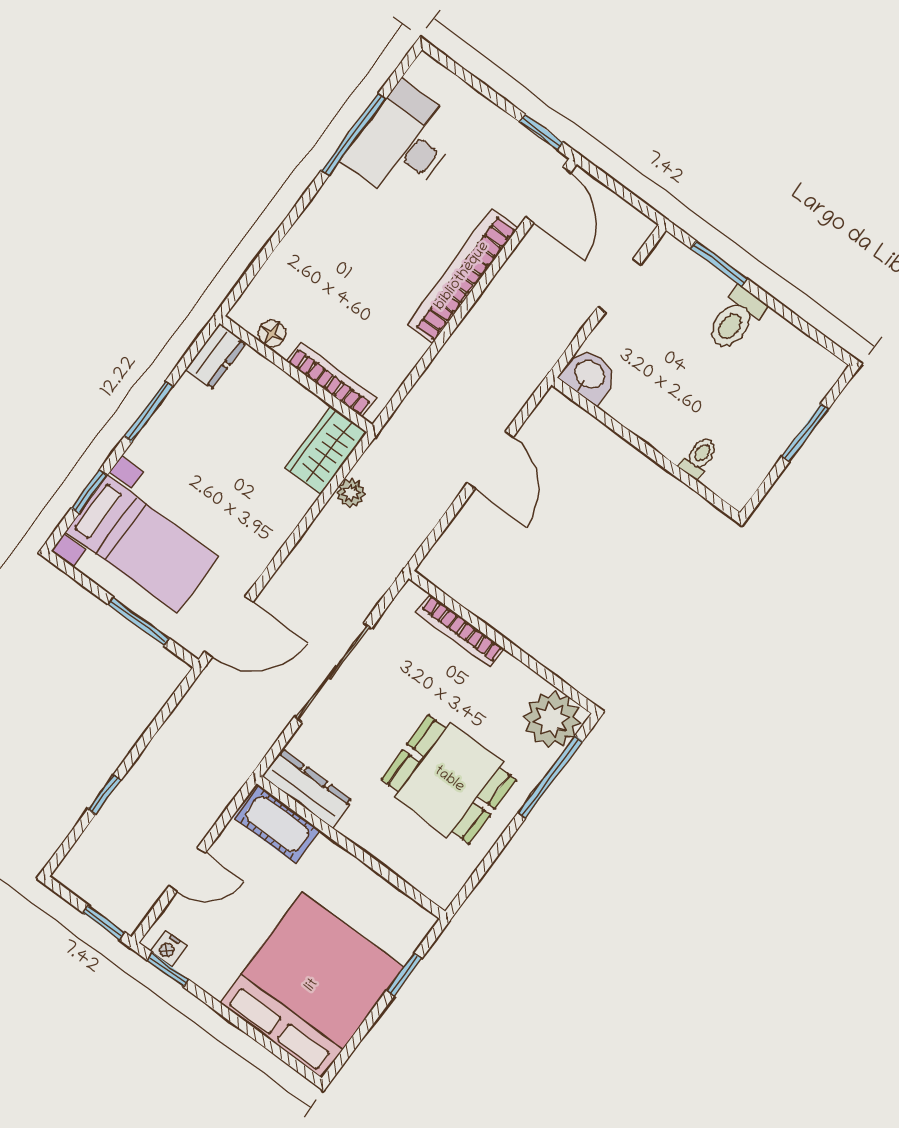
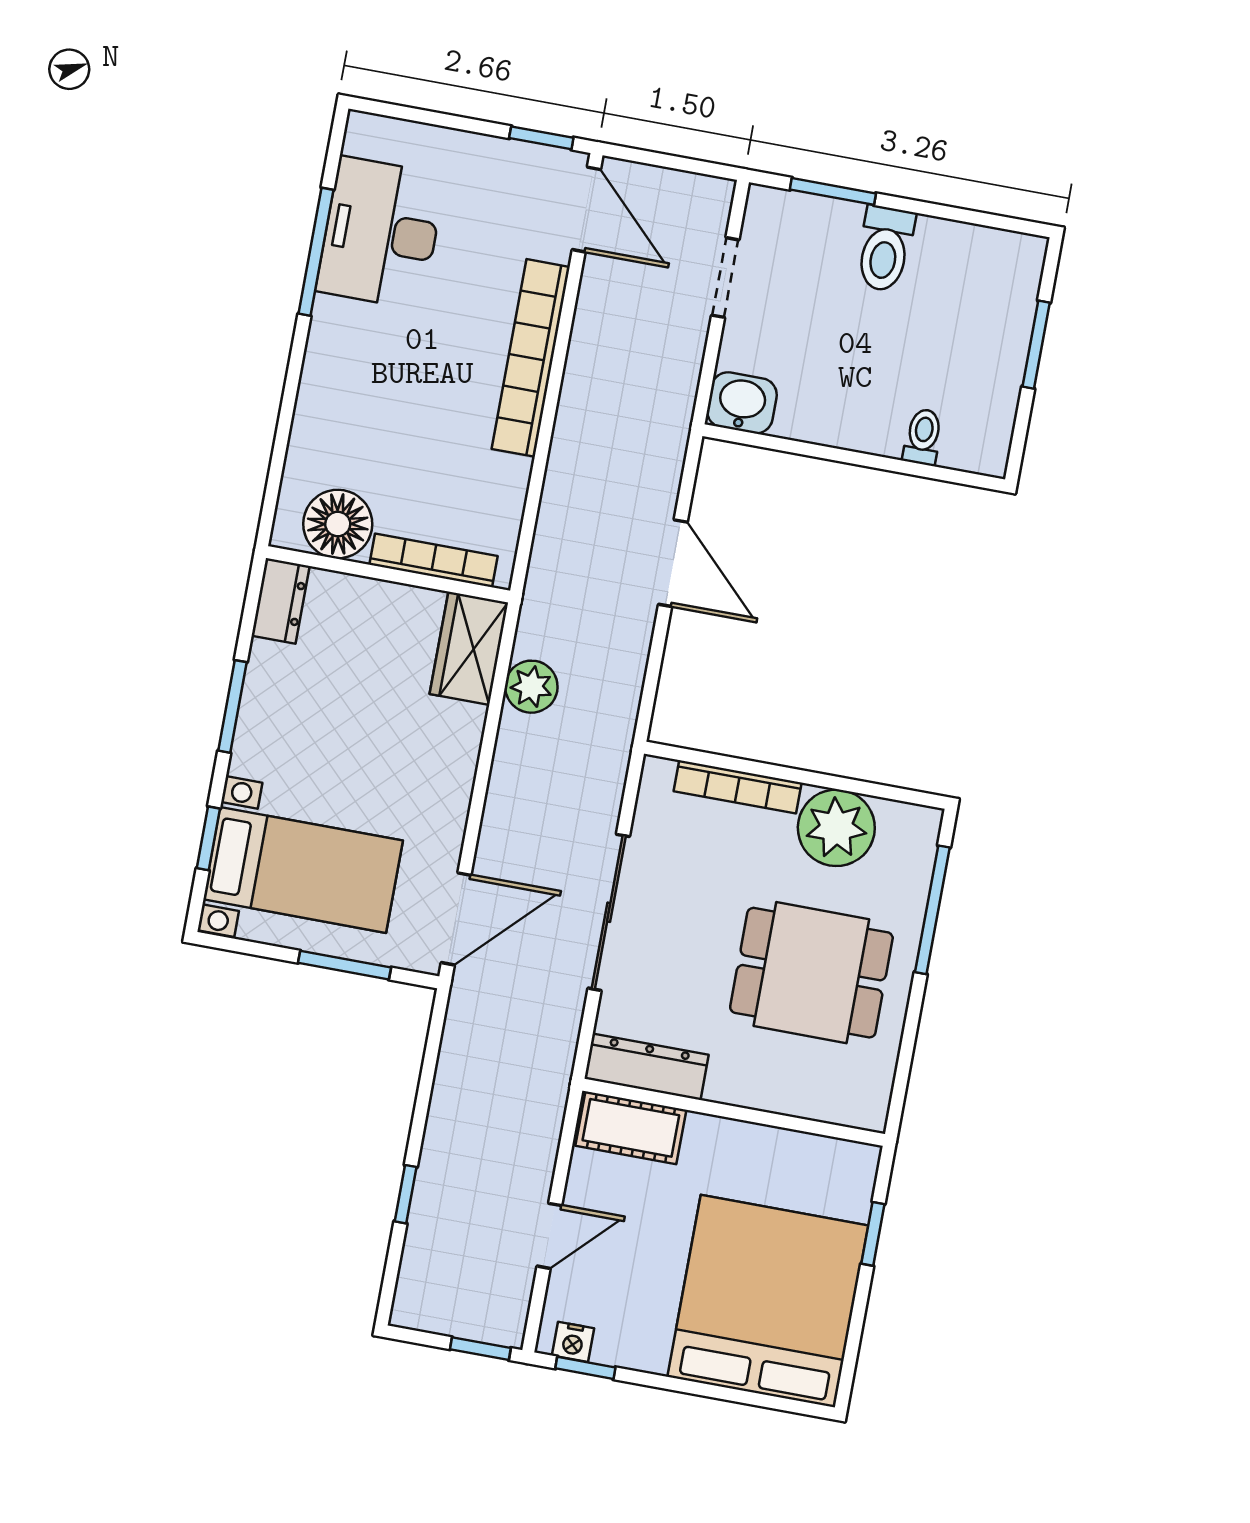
floor lamp: (272, 334) -> (338, 524), width x1.89, depth x1.89
plant: (351, 493) -> (531, 687), width x1.38, depth x1.38
plant: (552, 719) -> (836, 828), moved

